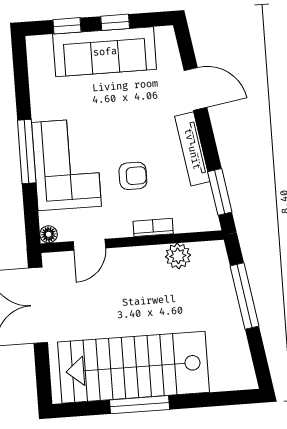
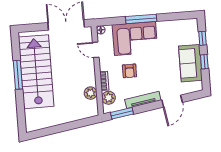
sofa: (105, 52) -> (190, 63), width x0.73
plant: (188, 219) -> (109, 98), added
window: (244, 296) -> (71, 126), removed

